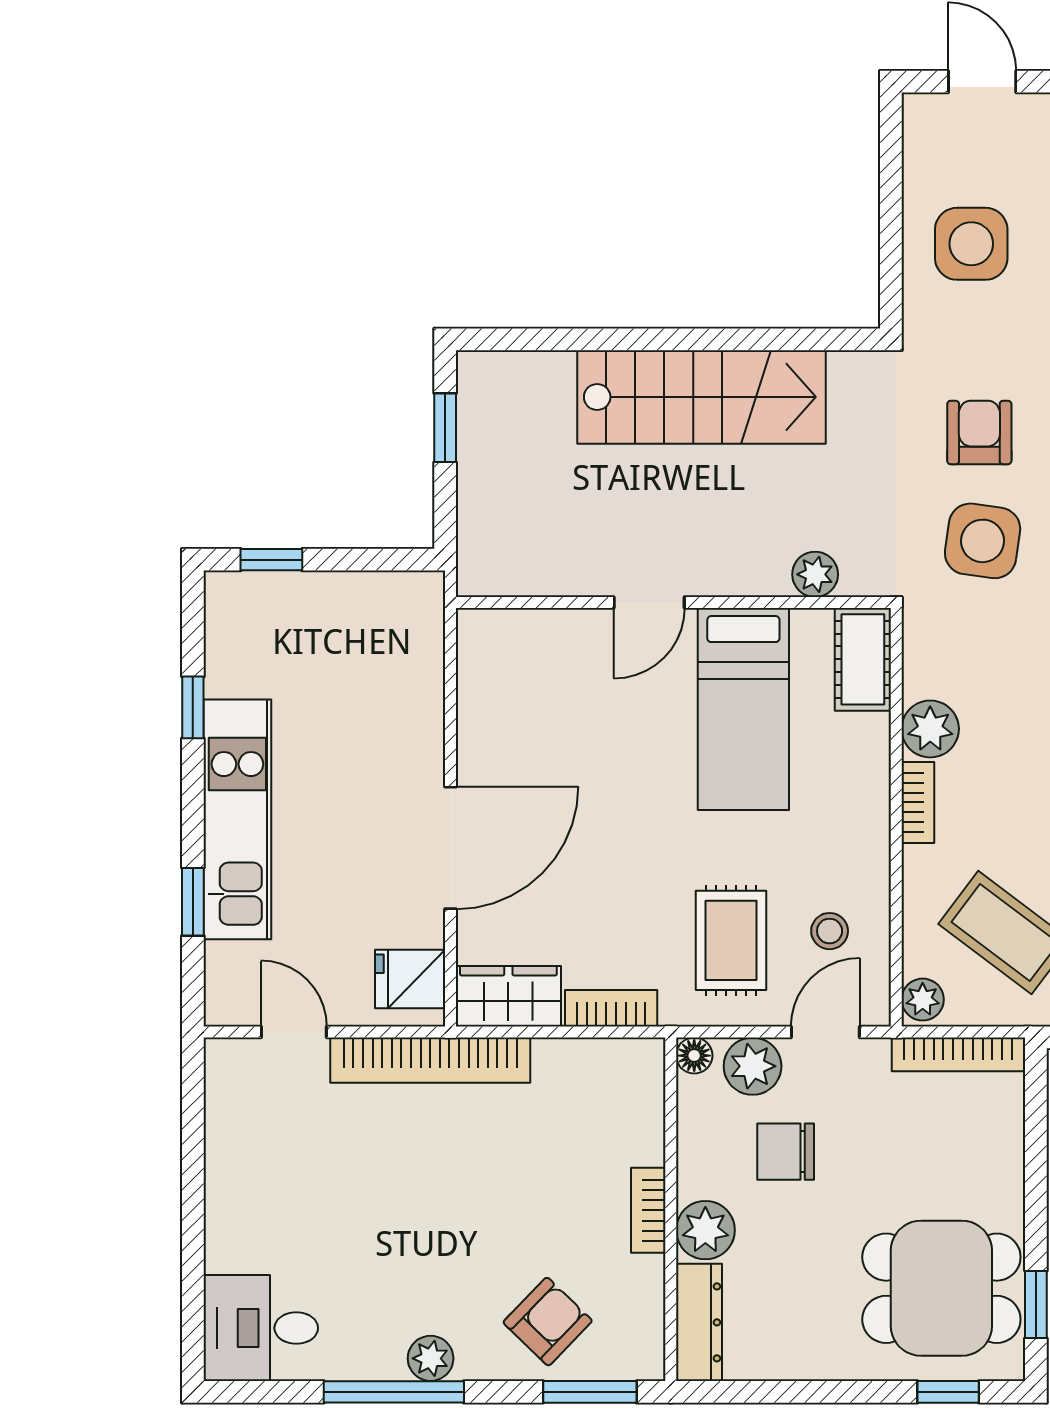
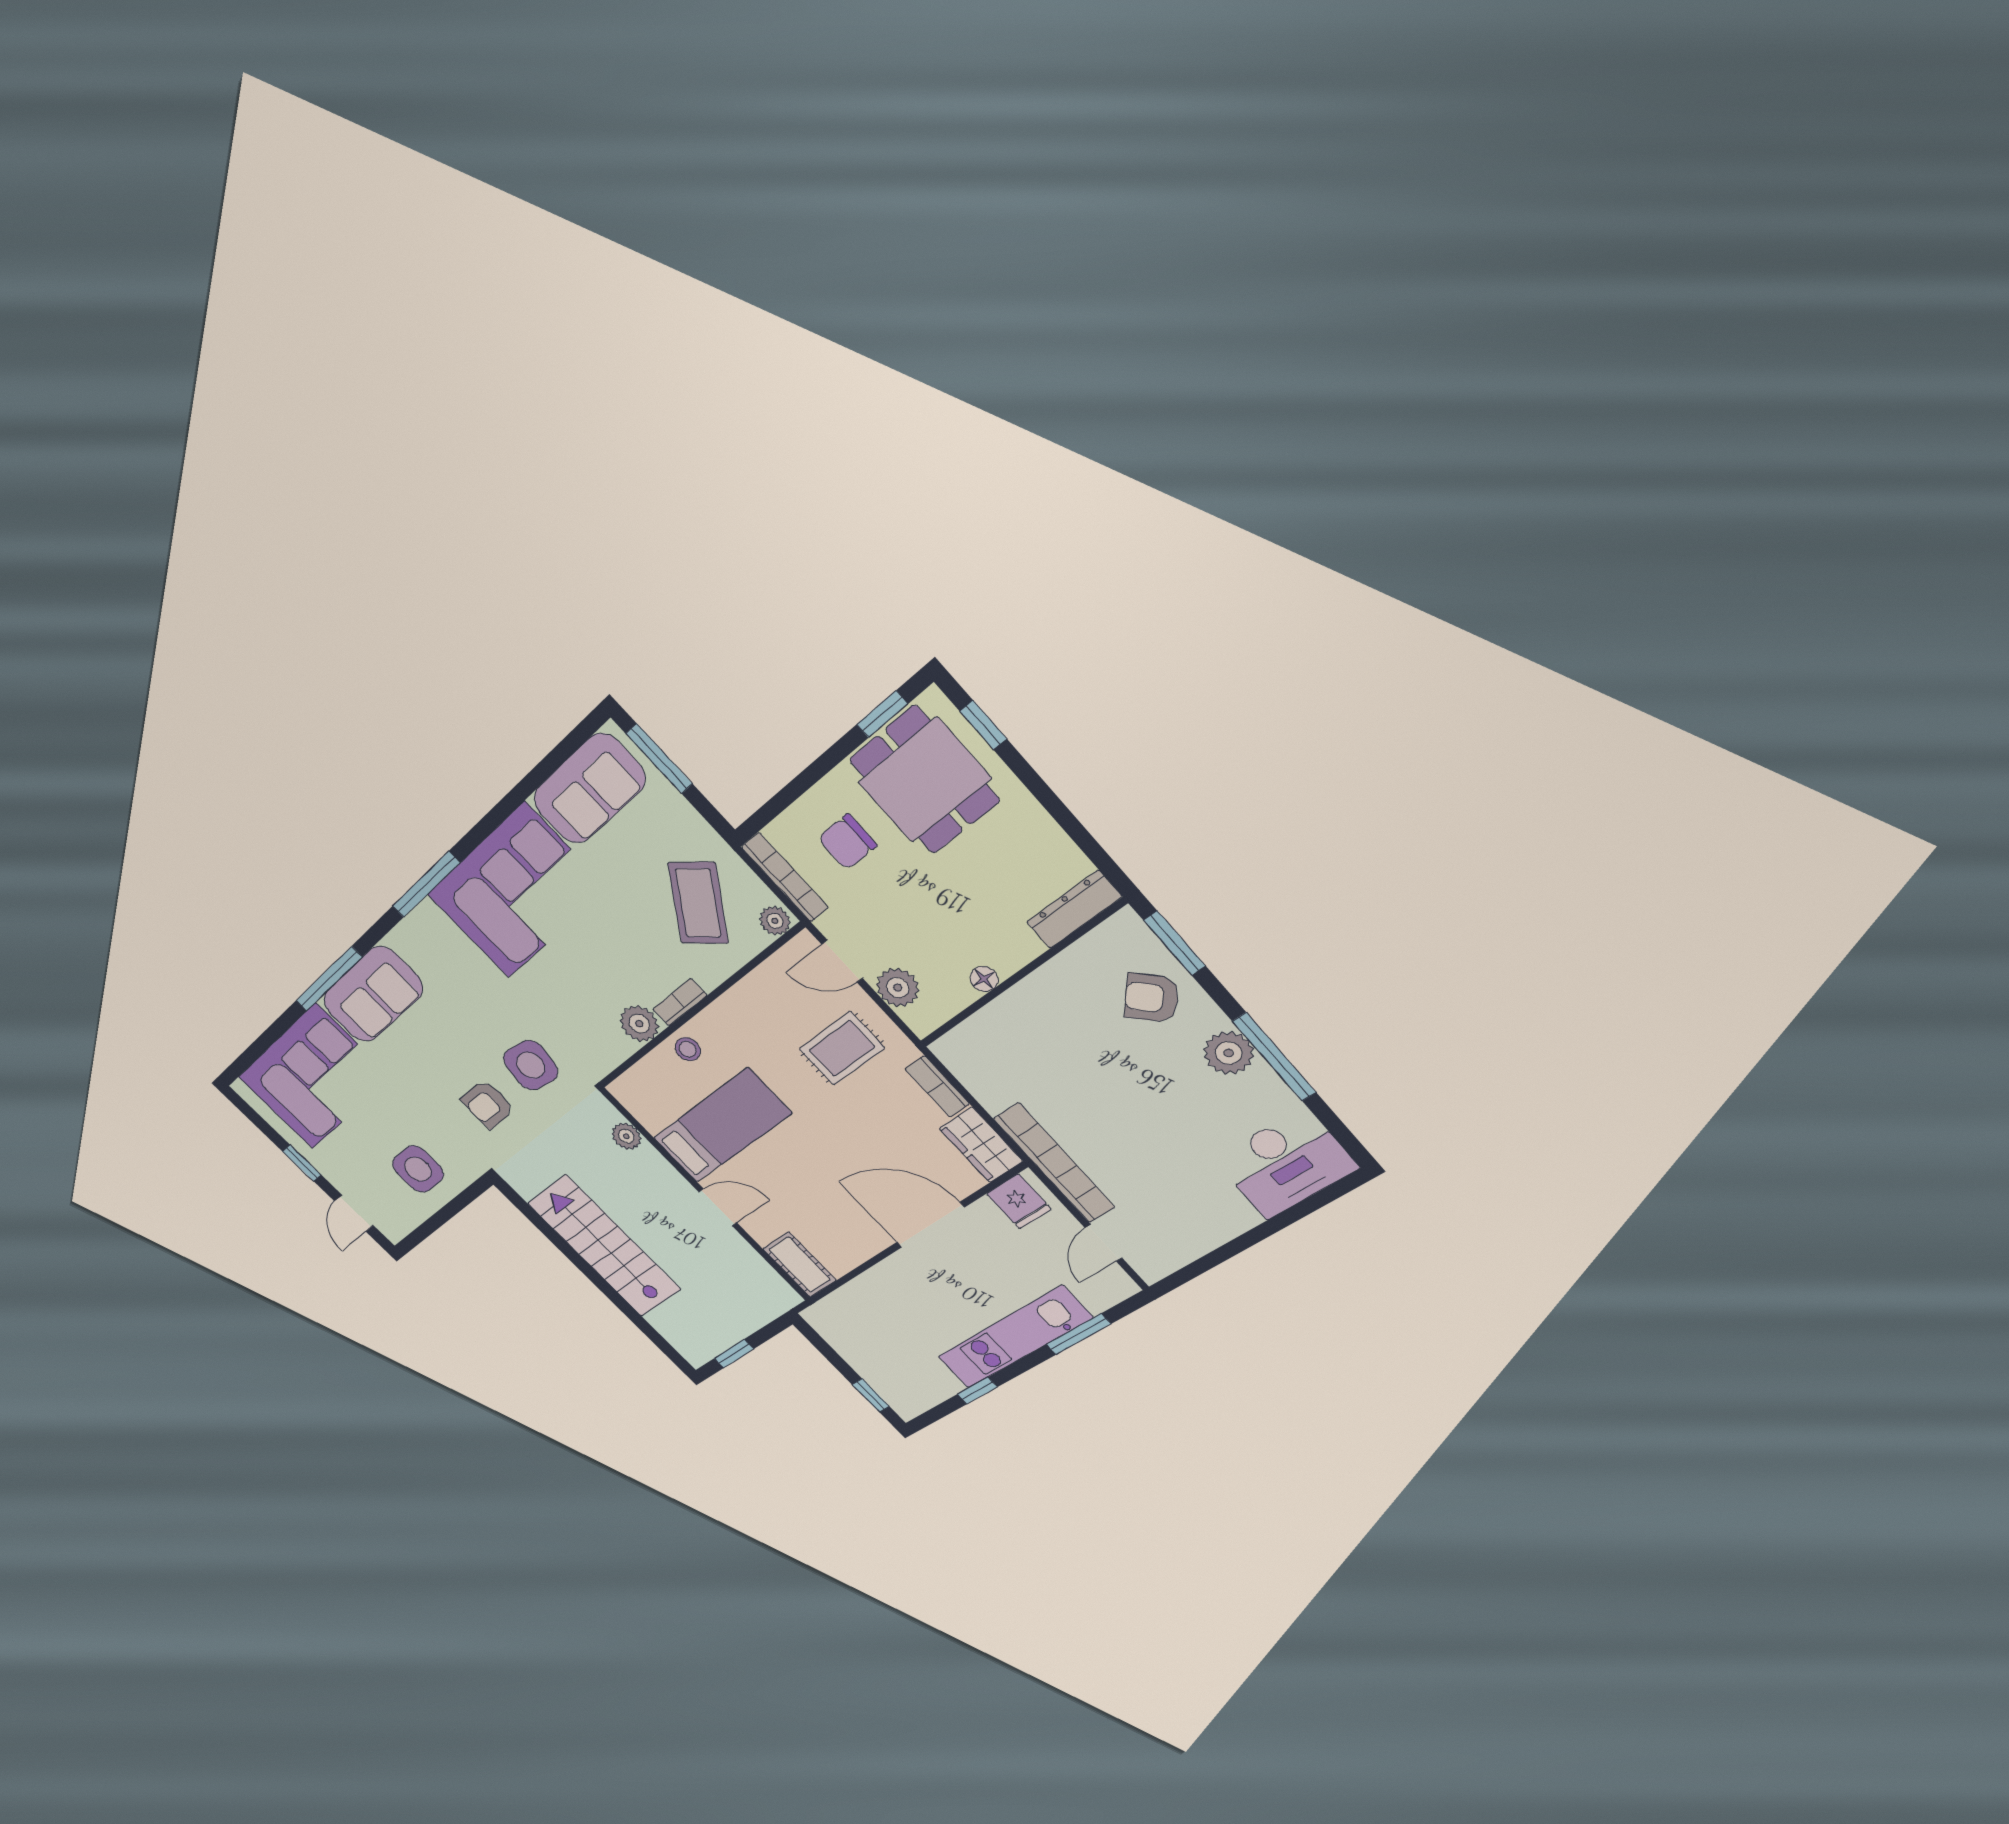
cot: (863, 659) -> (800, 1264), moved, turned 90
window: (193, 902) -> (1078, 1334), width x1.50
stool: (830, 931) -> (688, 1049), moved
floor lamp: (694, 1056) -> (984, 979), moved
chair: (786, 1152) -> (847, 842), moved, turned 90
bookcase: (648, 1210) -> (1033, 987), removed
plant: (705, 1230) -> (1015, 946), removed
desk: (261, 1328) -> (1286, 1164), width x1.37
plant: (431, 1358) -> (1229, 1053), width x1.38, depth x1.38

